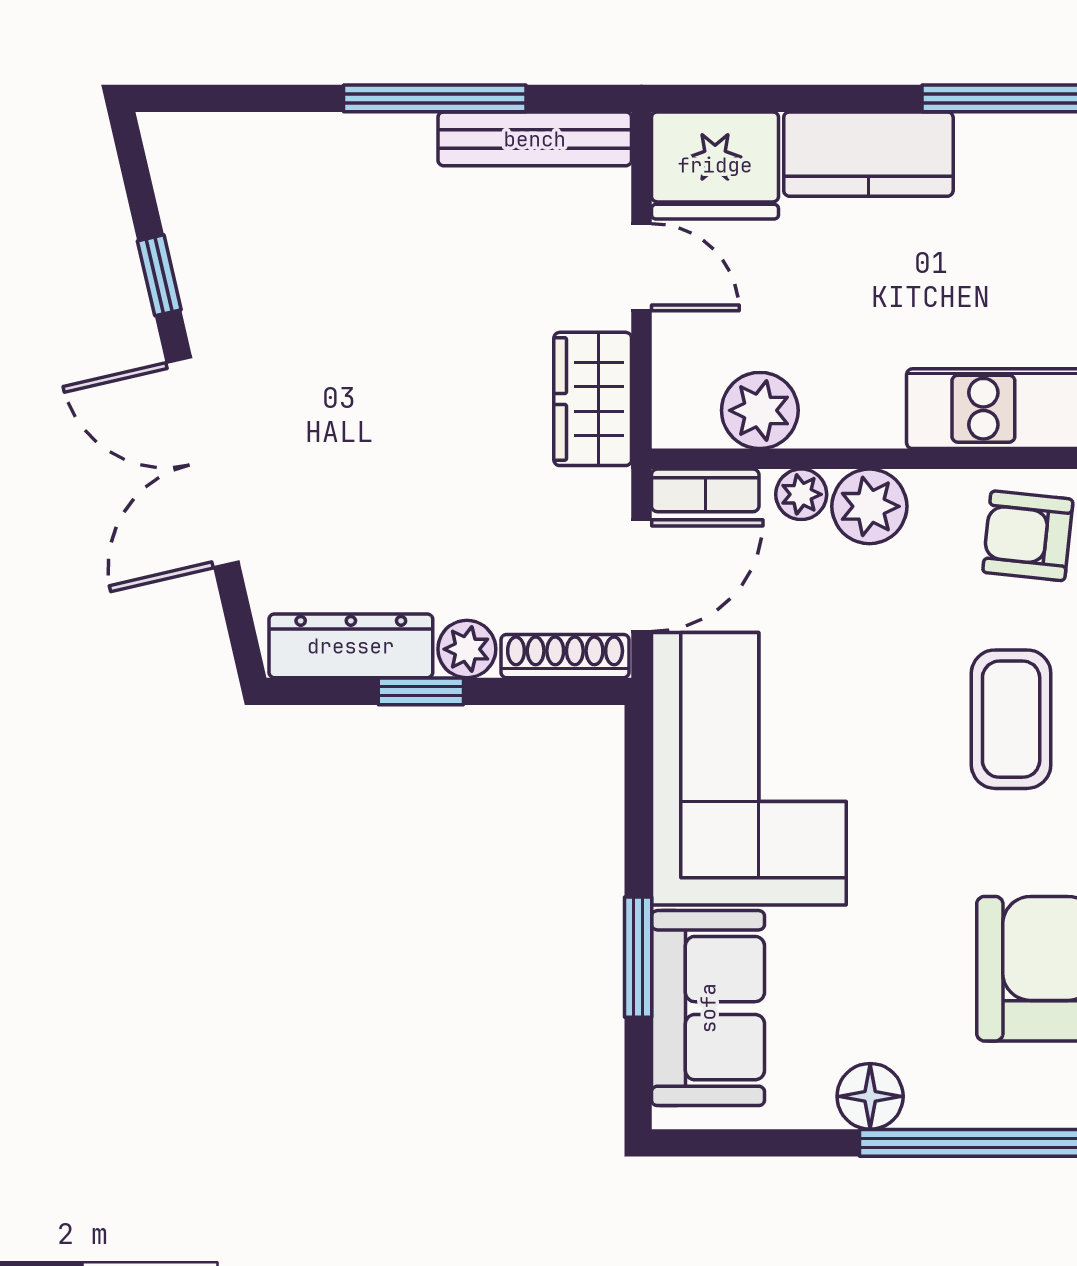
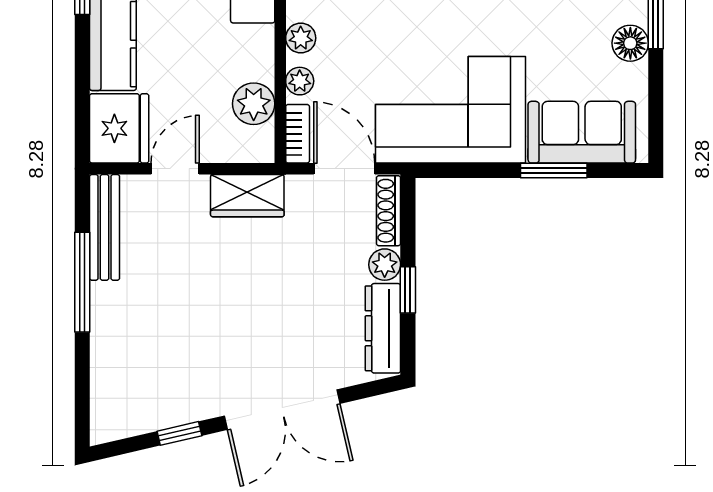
plant: (869, 506) -> (301, 38), width x0.73, depth x0.73

